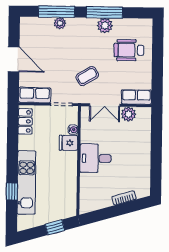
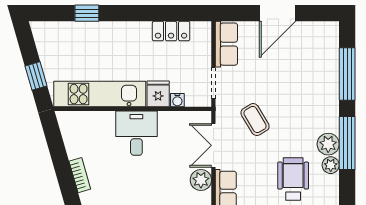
plant: (60, 23) -> (331, 165), moved
locker: (25, 121) -> (171, 31), moved
kitchen unit: (26, 183) -> (100, 94), moved, turned 180

